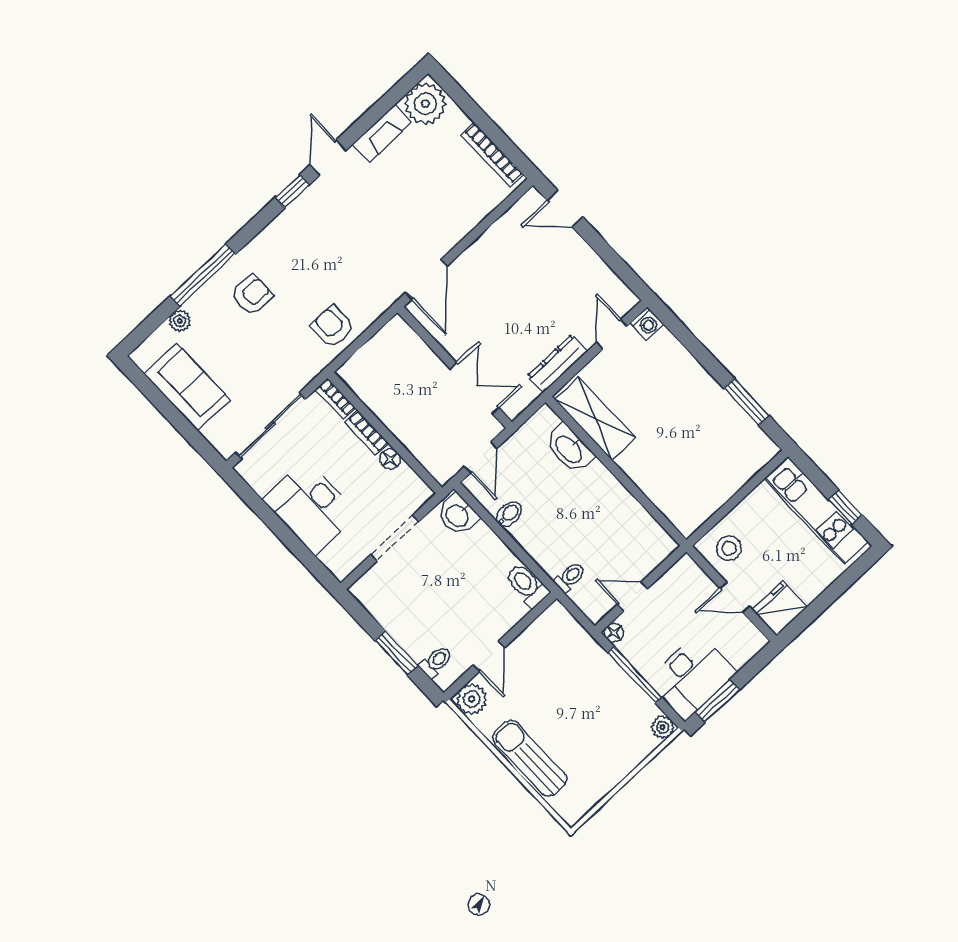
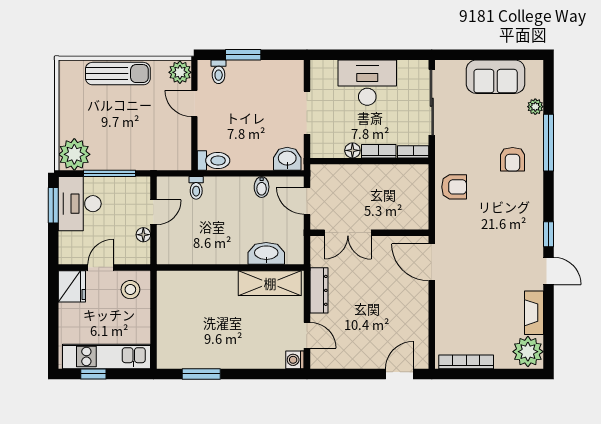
floor lamp: (614, 633) -> (143, 235), moved
plant: (663, 727) -> (74, 154), width x1.88, depth x1.88

